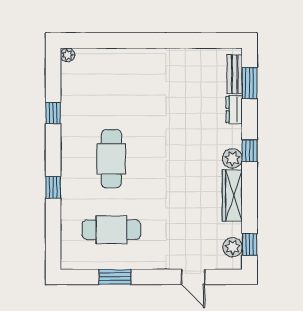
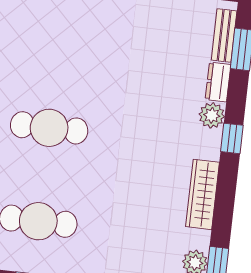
plant: (232, 158) -> (212, 115), moved
cafe table: (111, 159) -> (49, 128), turned 90

